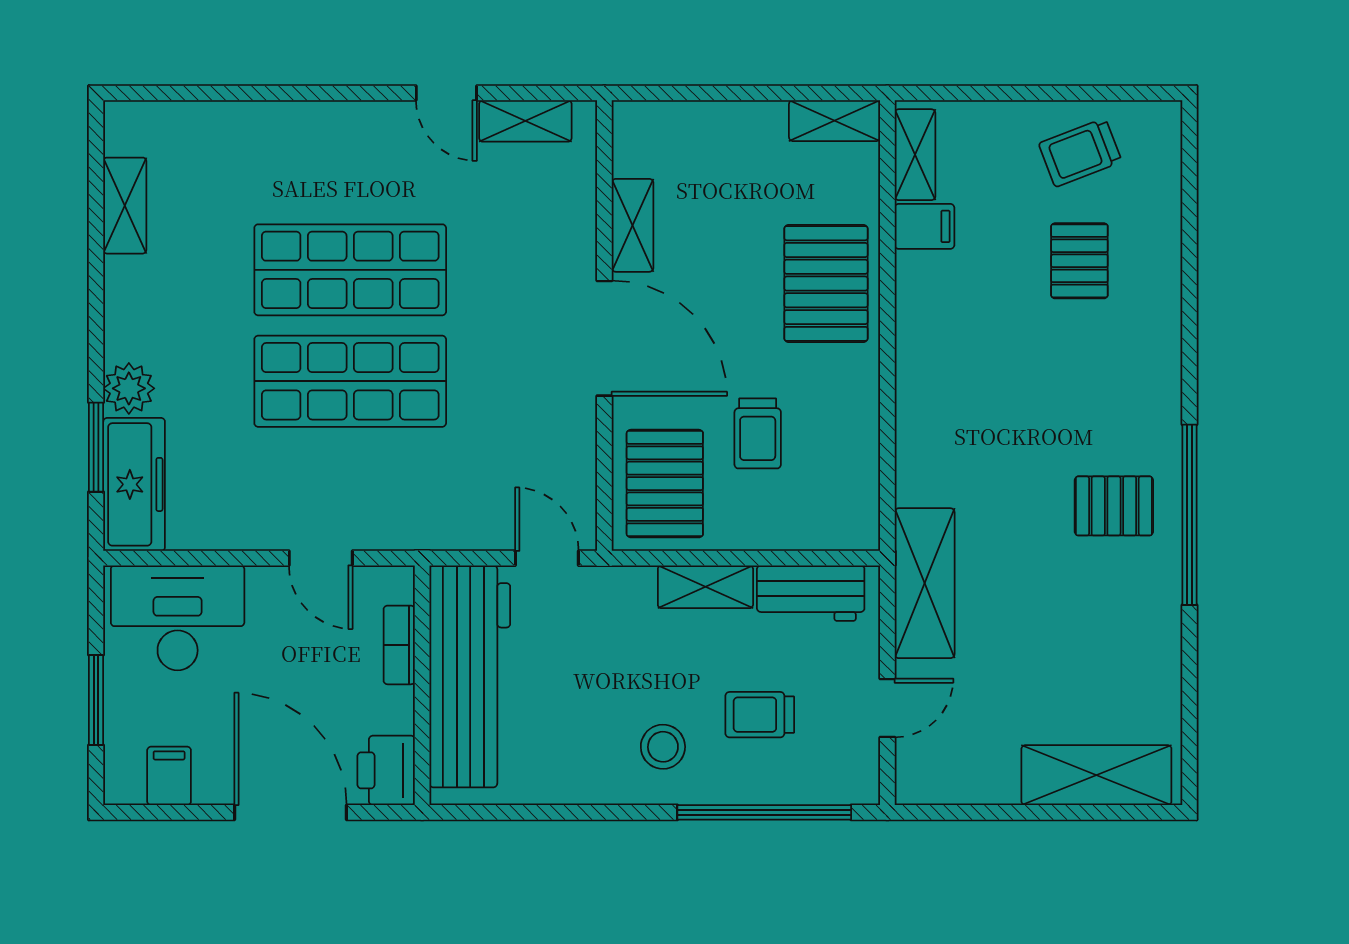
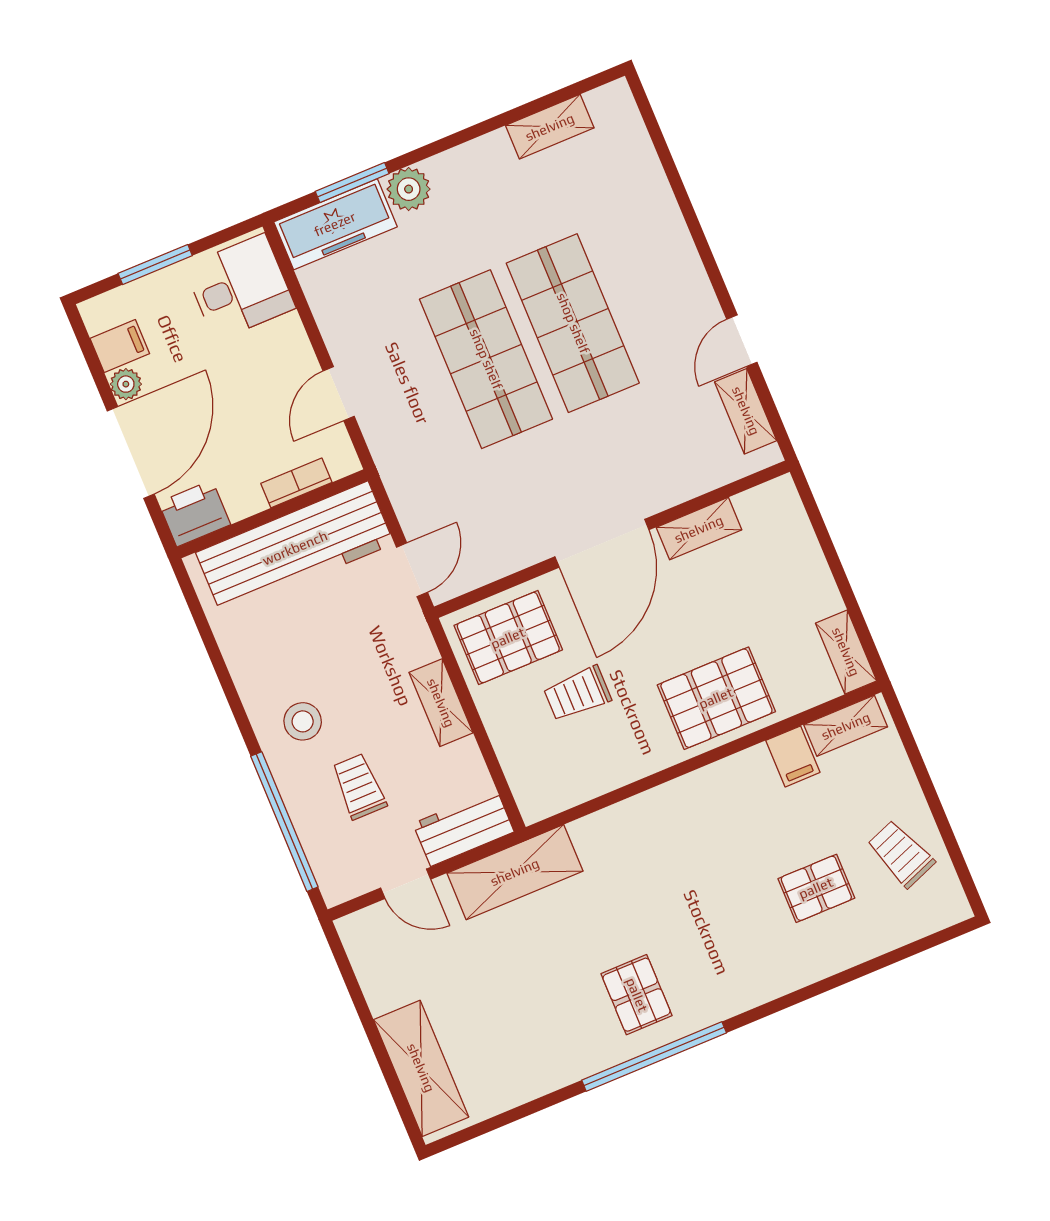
workbench: (811, 593) -> (464, 828), moved, turned 90
desk: (178, 618) -> (240, 287), width x0.73
plant: (213, 787) -> (126, 384), added

